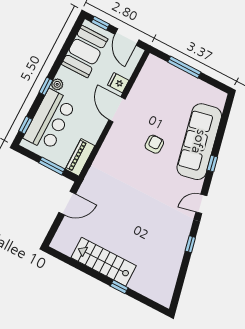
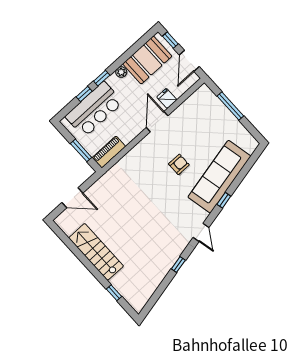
plant: (57, 84) -> (121, 72), moved
window: (25, 125) -> (84, 94), moved
door: (67, 203) -> (72, 198), moved
door: (201, 204) -> (201, 232), swing flipped
window: (119, 287) -> (114, 293), moved

